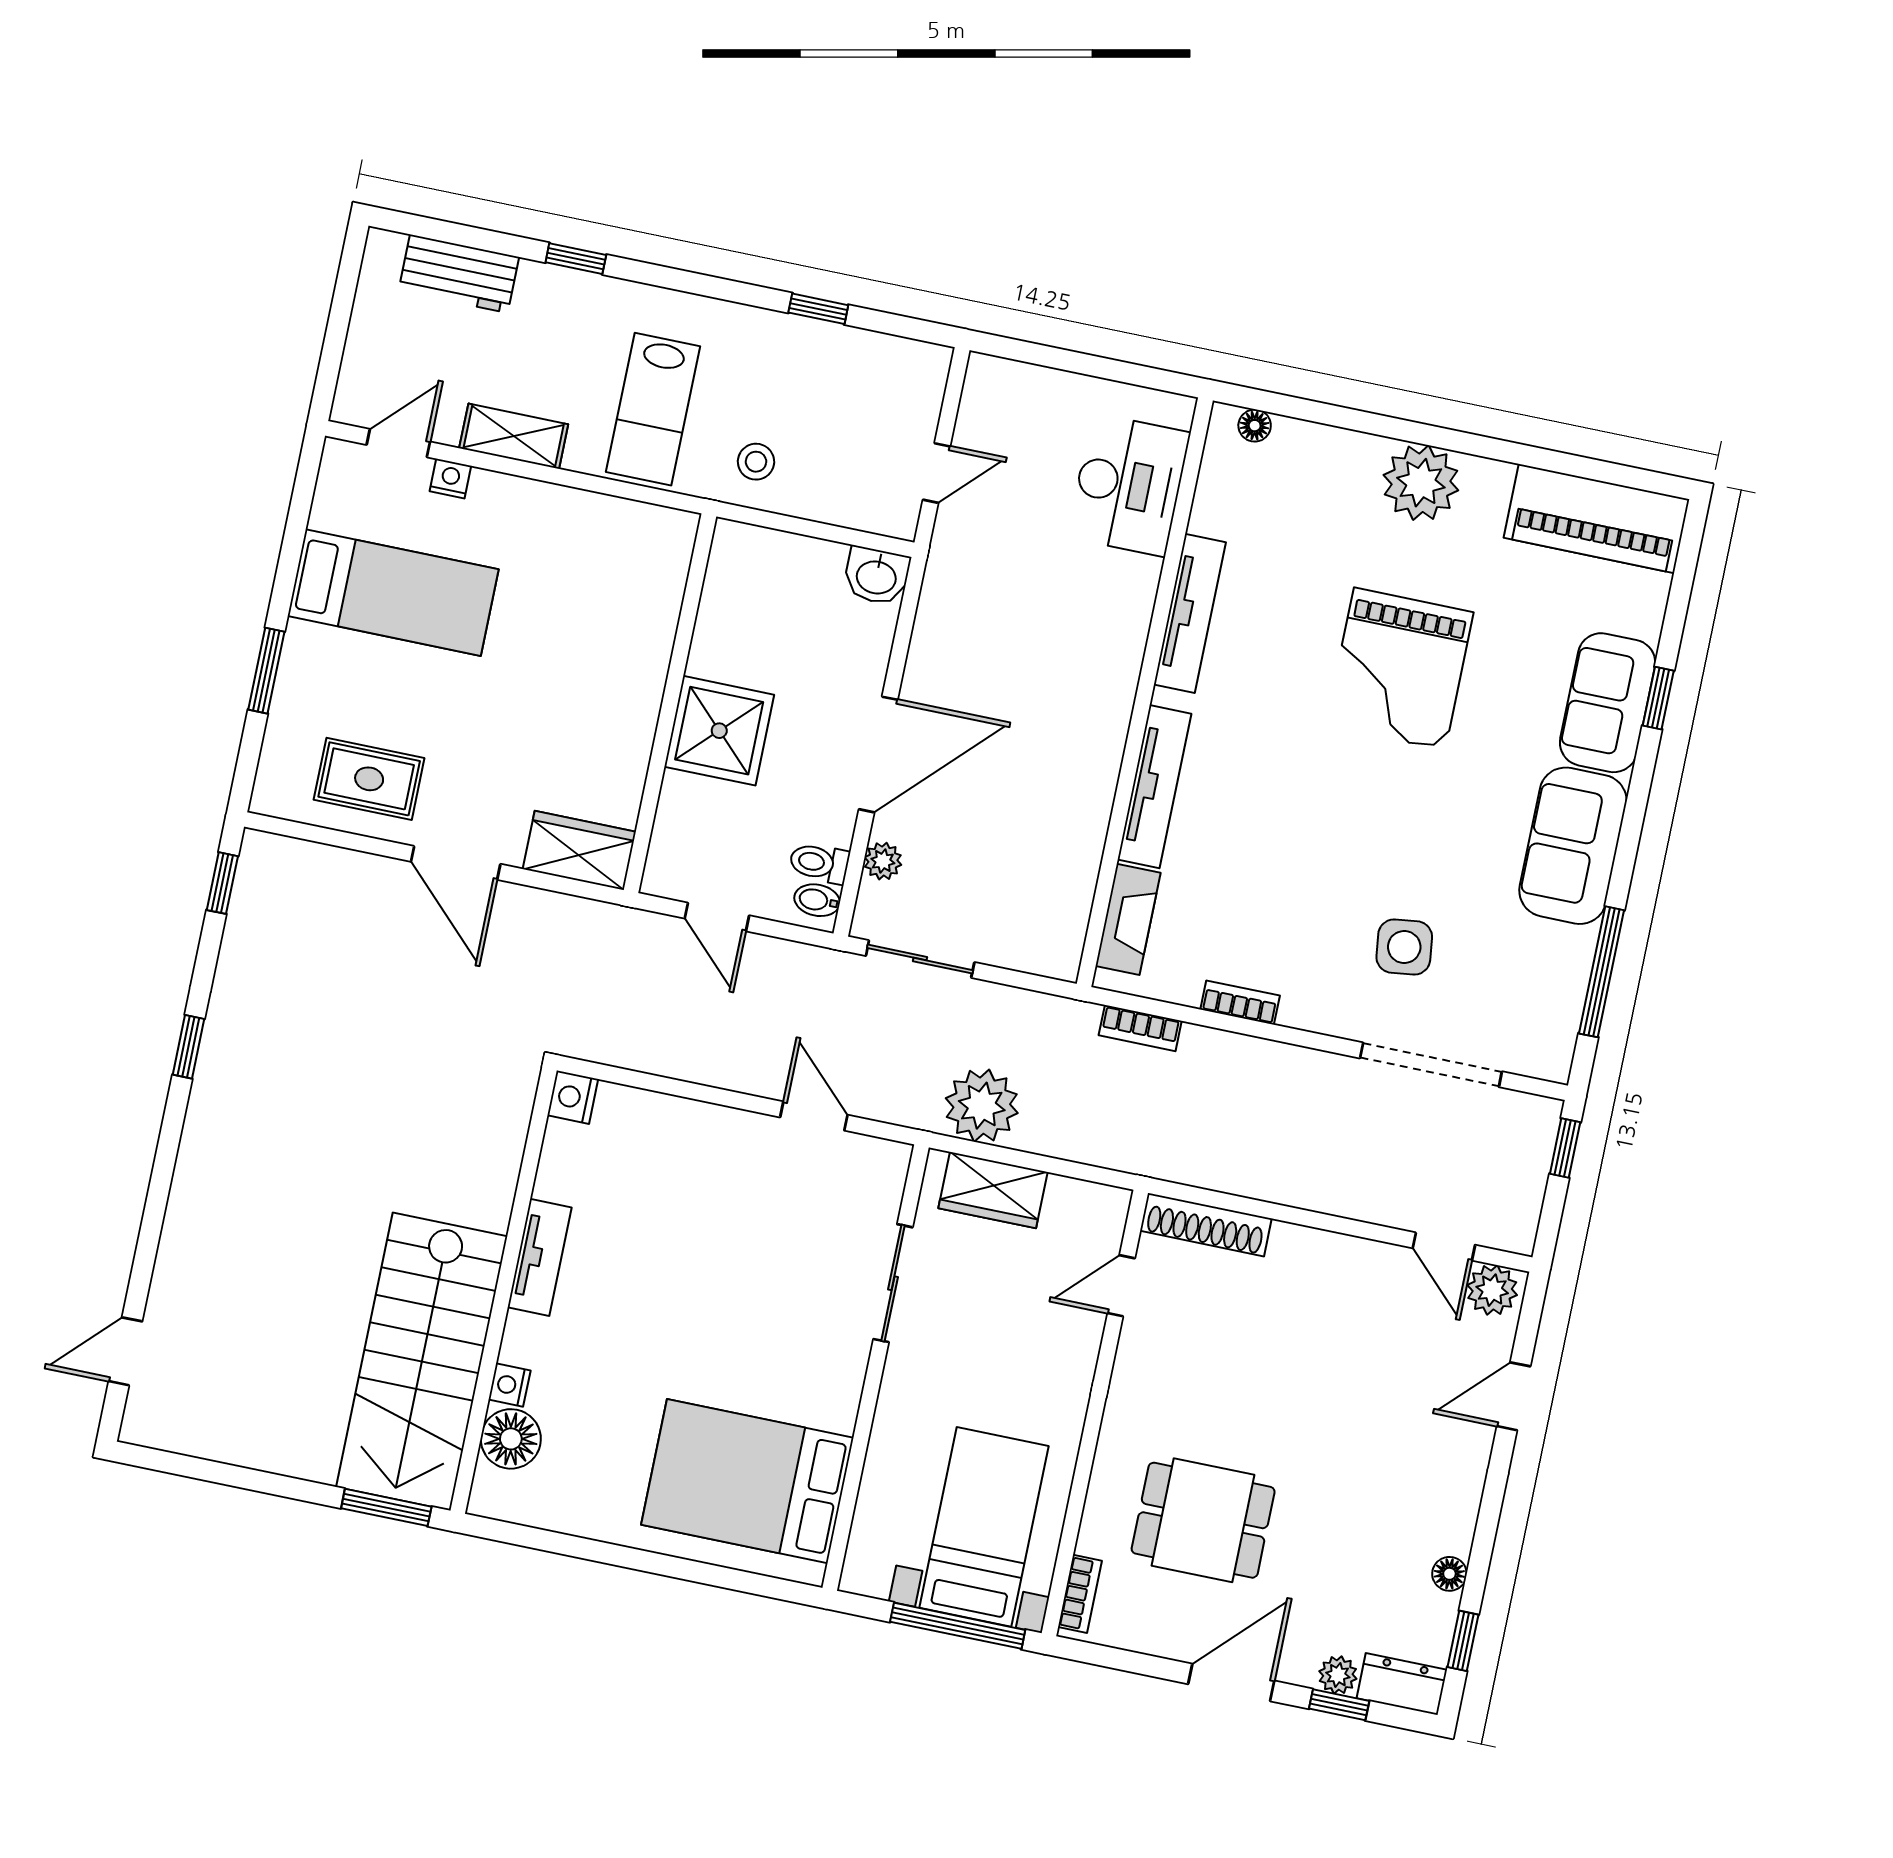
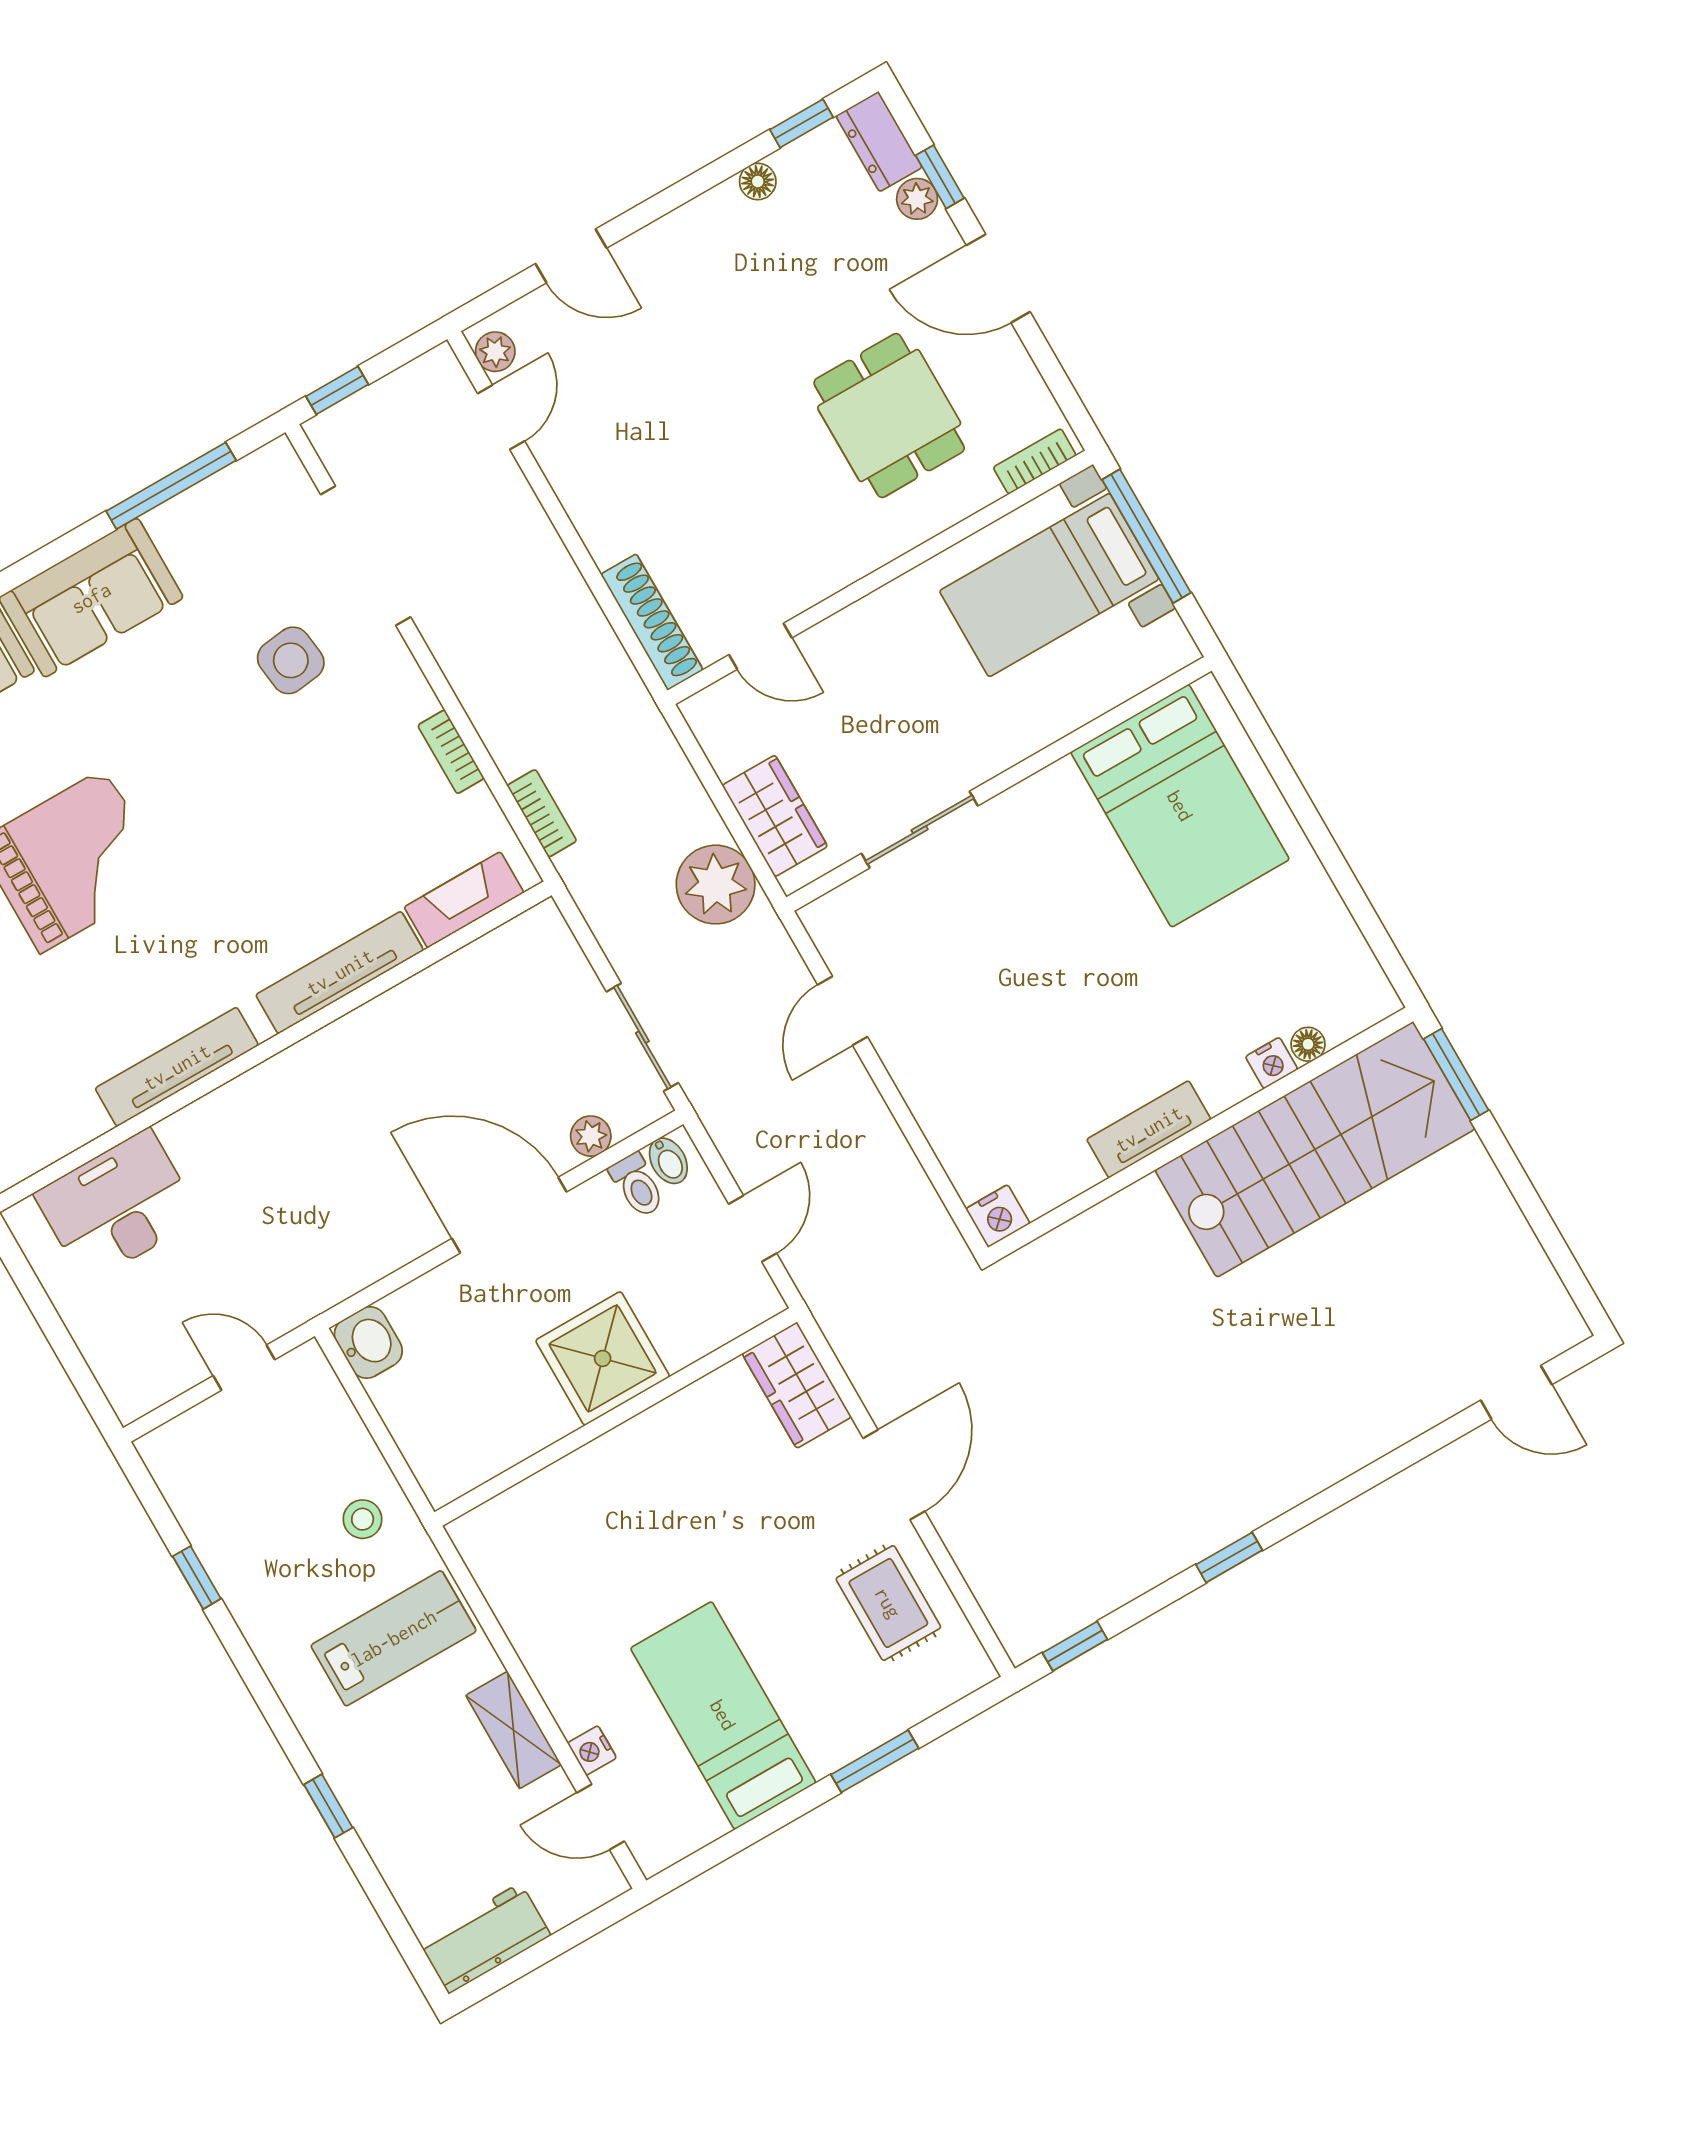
workbench: (459, 274) -> (485, 1938), moved, turned -90
plant: (1492, 1290) -> (495, 352), width x0.73, depth x0.73
floor lamp: (511, 1439) -> (1308, 1044), width x0.53, depth x0.53

